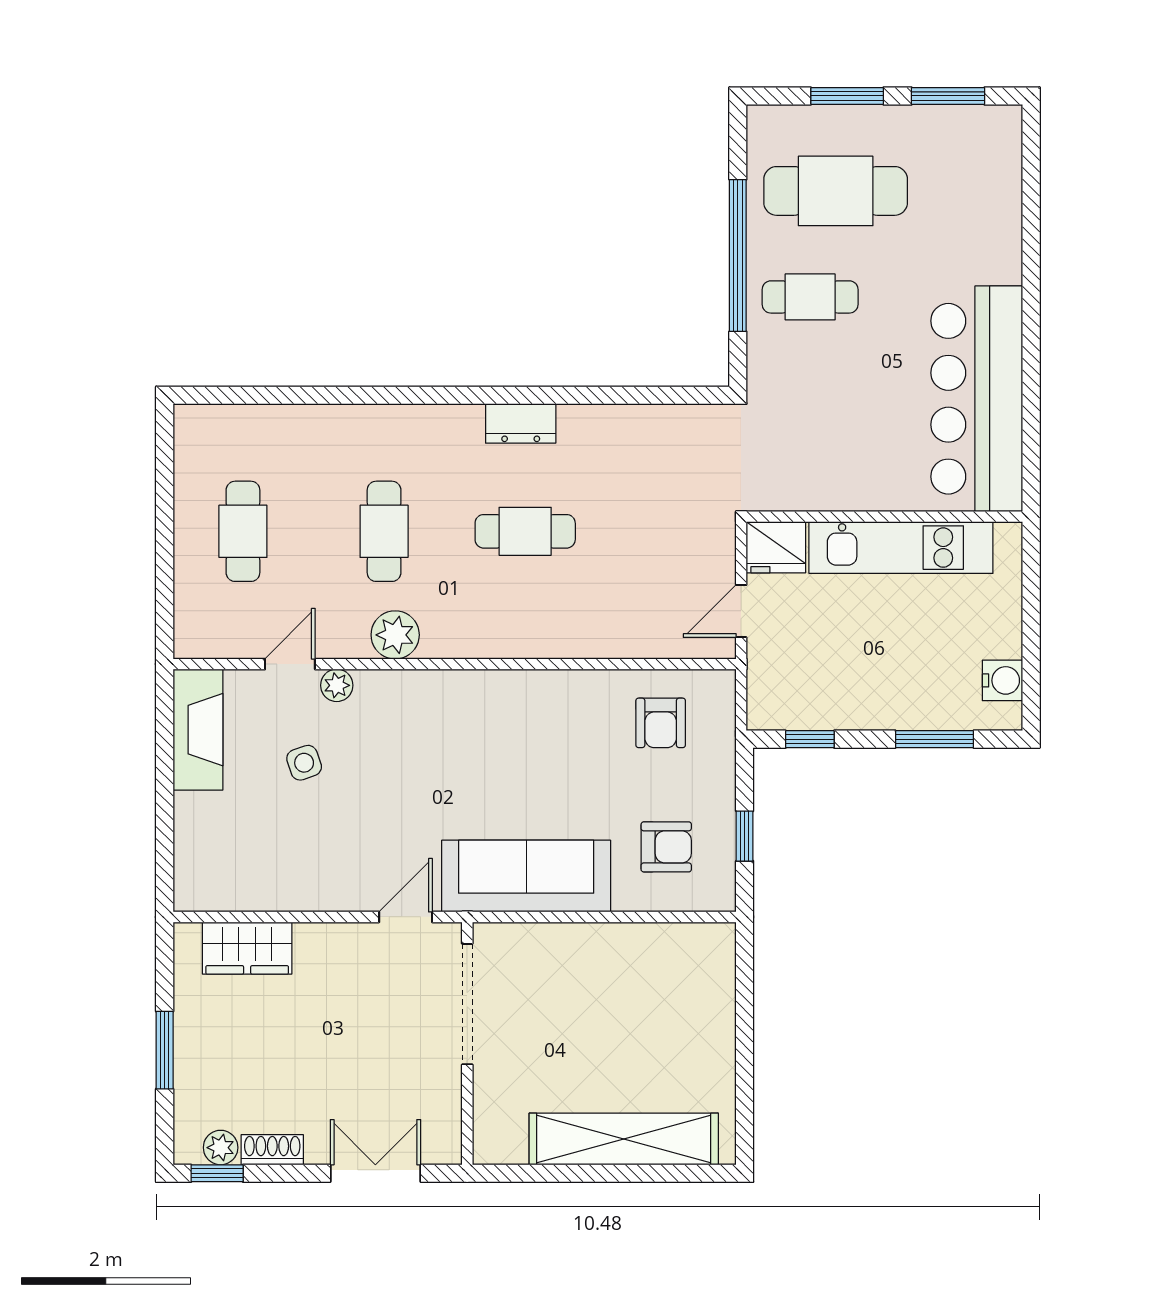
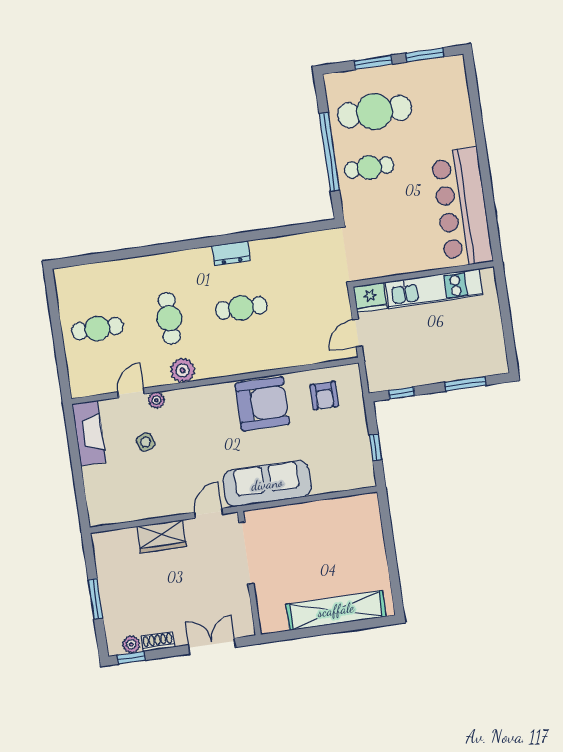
cafe table: (243, 531) -> (97, 329), turned 90
water cooler: (1002, 680) -> (495, 349), removed
armchair: (666, 847) -> (262, 404), moved, width x1.88, depth x1.88
wardrobe: (247, 948) -> (162, 536), moved

